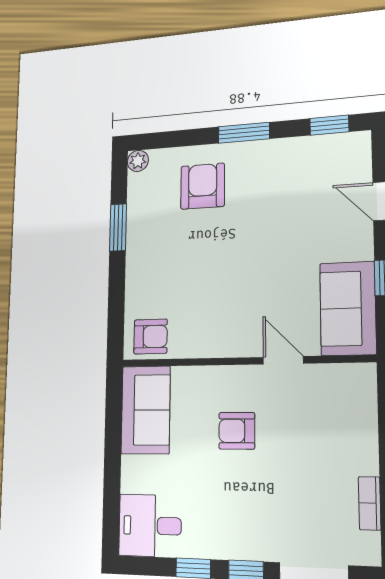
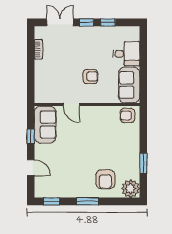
plant: (138, 161) -> (131, 189), width x1.87, depth x1.87
desk: (150, 526) -> (126, 54), moved

